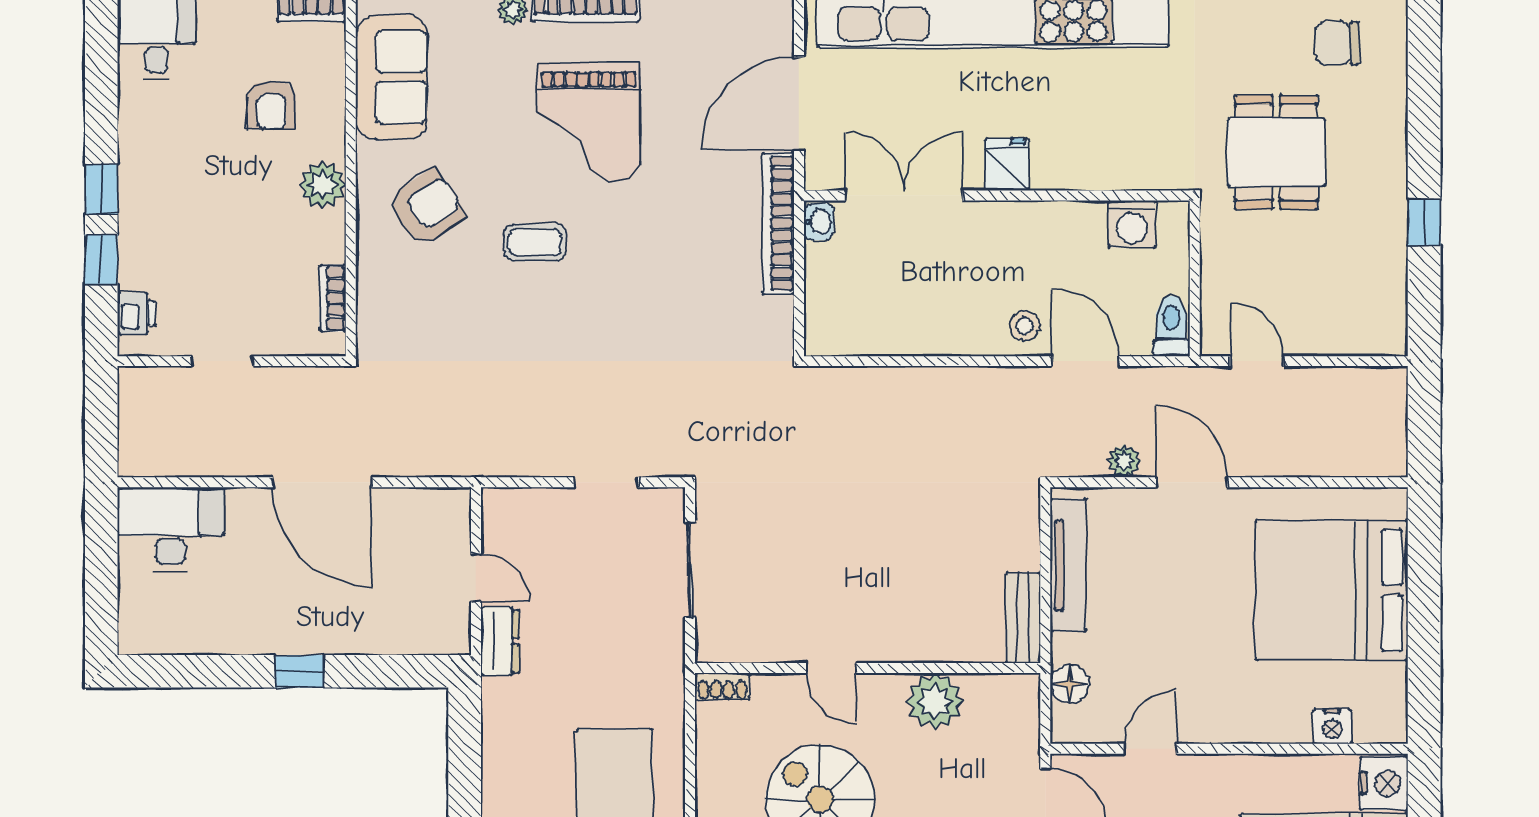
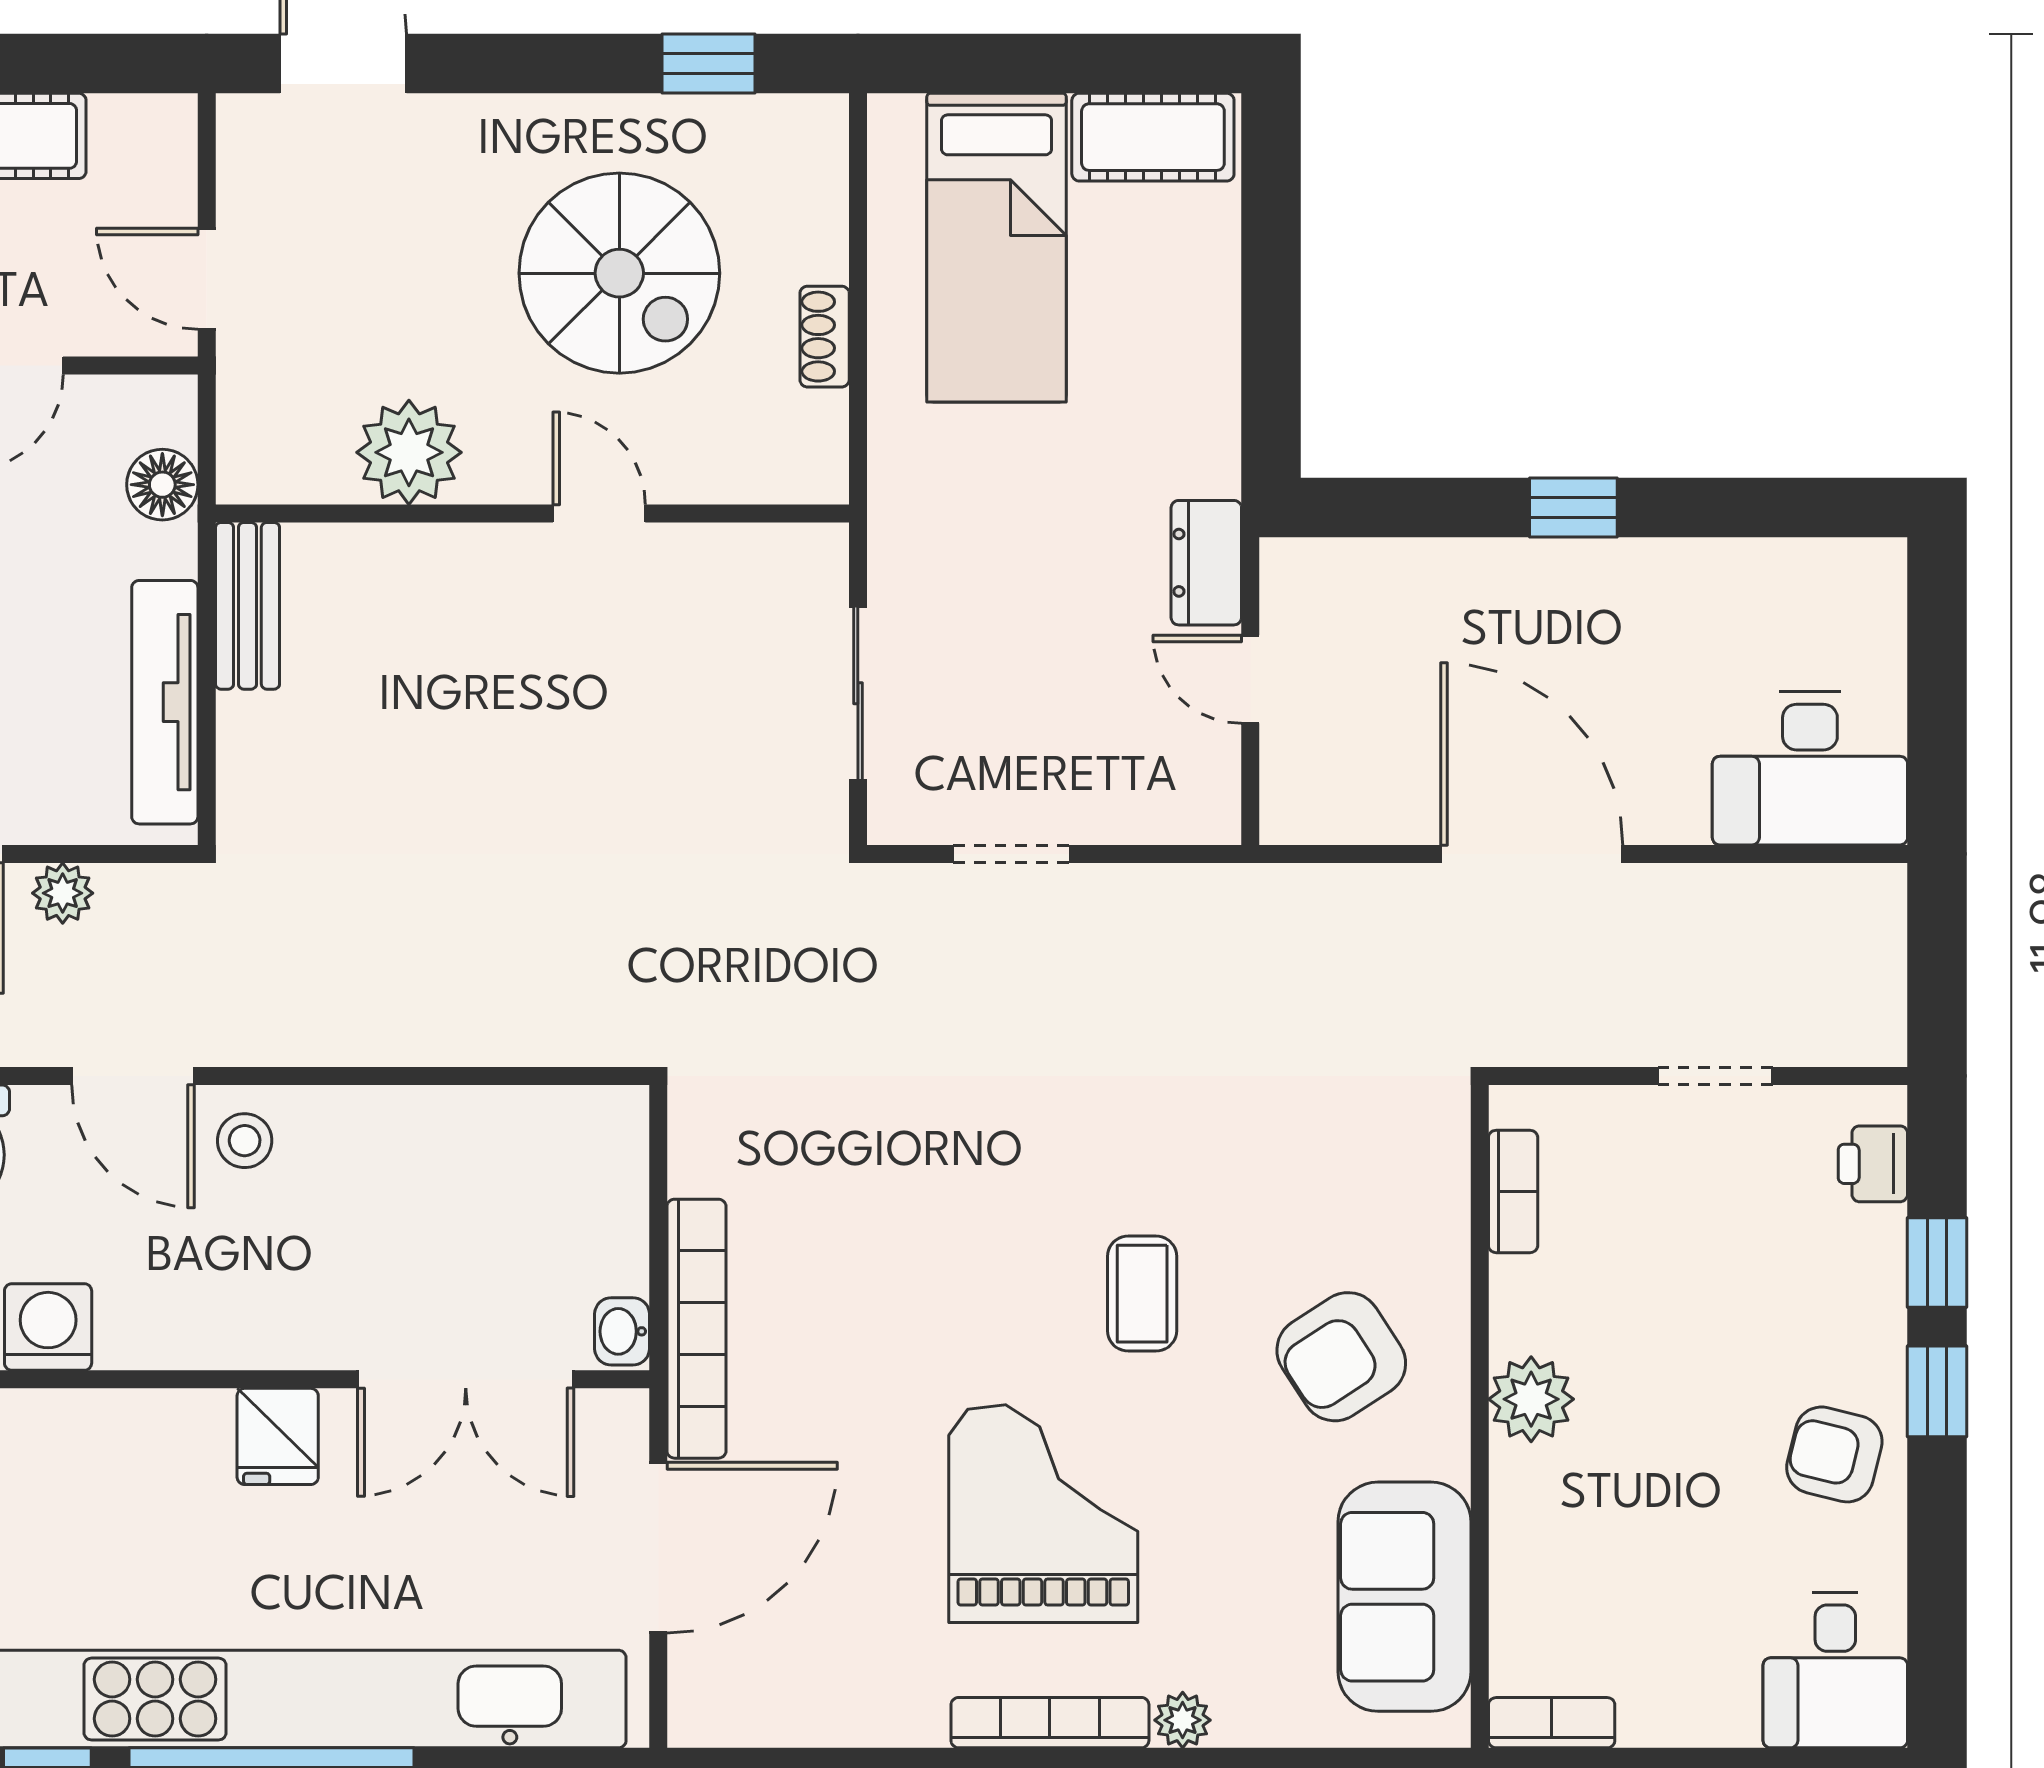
armchair: (271, 105) -> (1834, 1454), moved, turned -76
coffee table: (535, 242) -> (1142, 1294), turned 90
shoe rack: (722, 686) -> (825, 337), moved, turned -90

